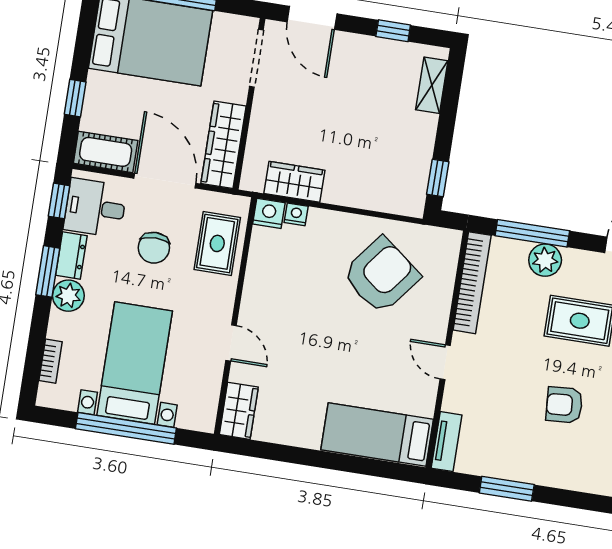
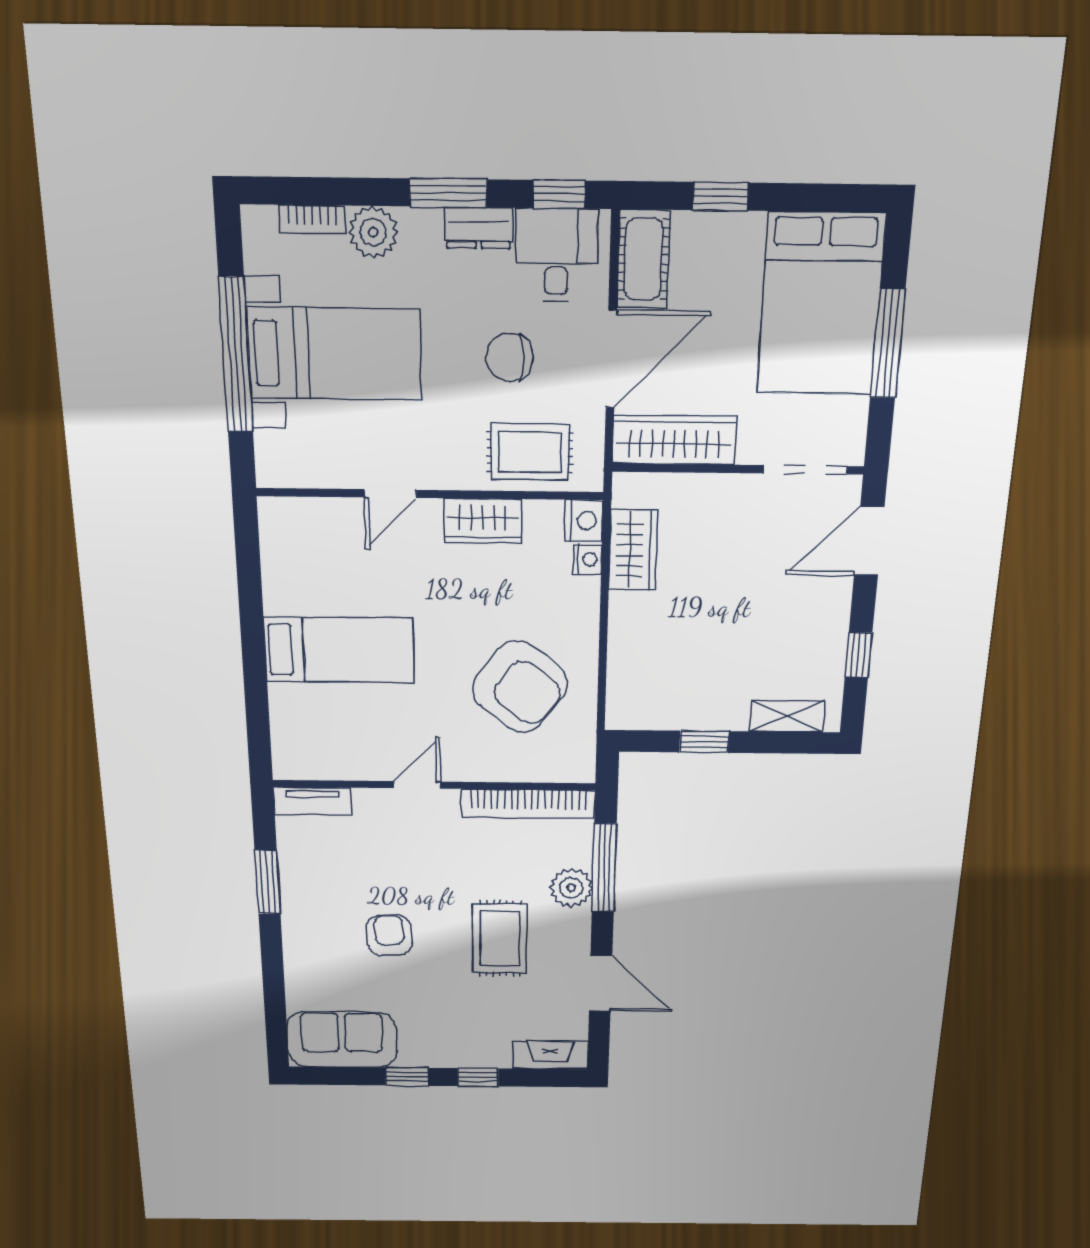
window: (438, 178) -> (704, 742), moved
plant: (68, 296) -> (373, 232), moved
wardrobe: (239, 411) -> (483, 521), moved
bed: (377, 435) -> (339, 650), moved, turned 90

